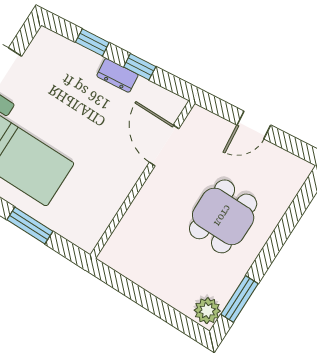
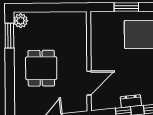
door: (164, 146) -> (89, 83), hinge flipped

